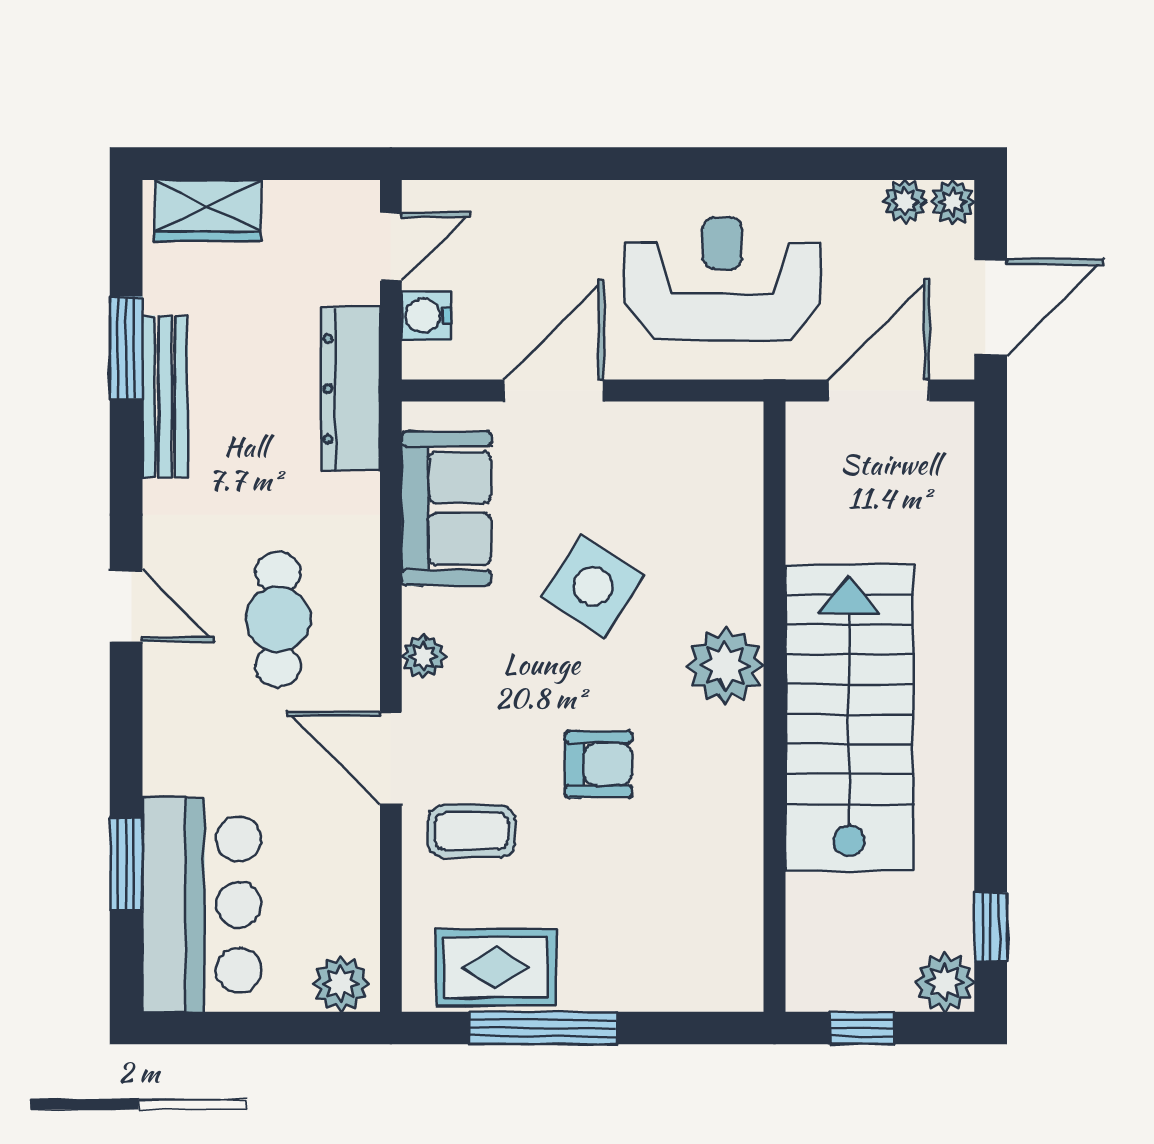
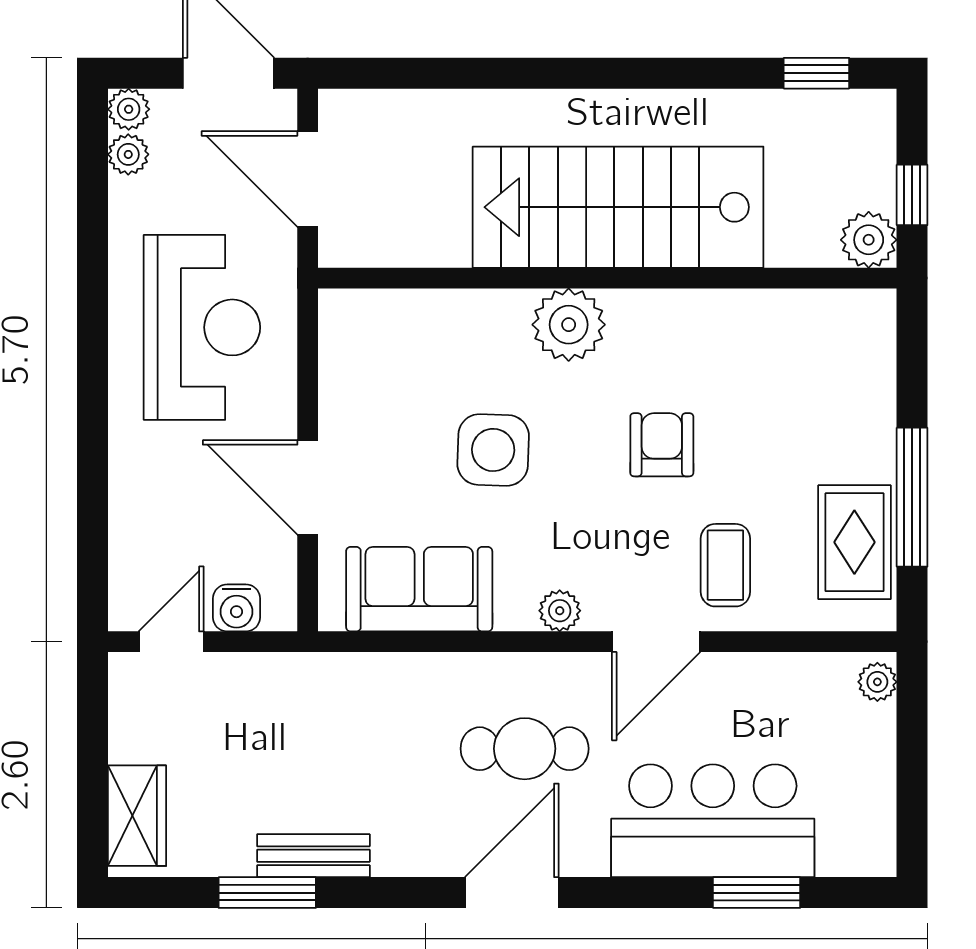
door: (391, 247) -> (171, 642), hinge flipped
reception desk: (722, 279) -> (202, 327), turned 180
dresser: (351, 389) -> (306, 680), removed
bench: (165, 397) -> (313, 856), width x0.73
side table: (593, 586) -> (493, 450), turned -31
door: (126, 606) -> (512, 893), width x1.37
bar counter: (202, 905) -> (713, 821), moved
plant: (945, 982) -> (869, 240), moved
plant: (341, 984) -> (877, 682), width x0.73, depth x0.73

